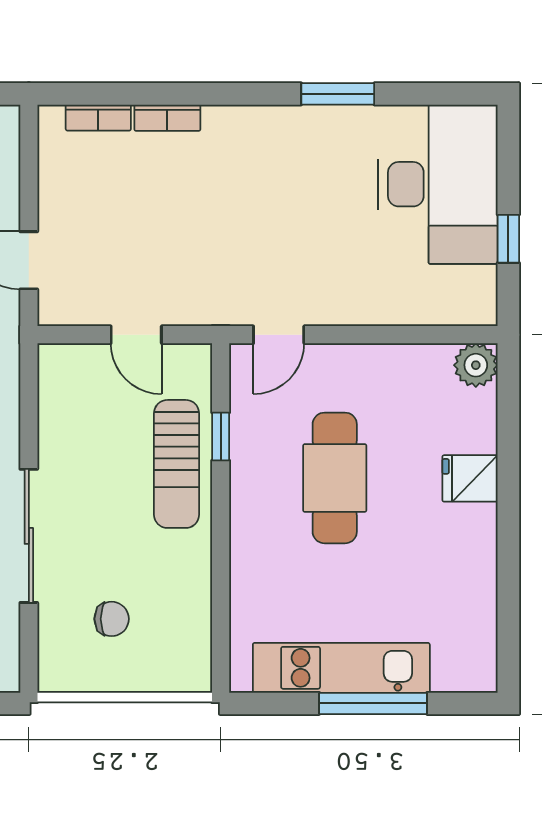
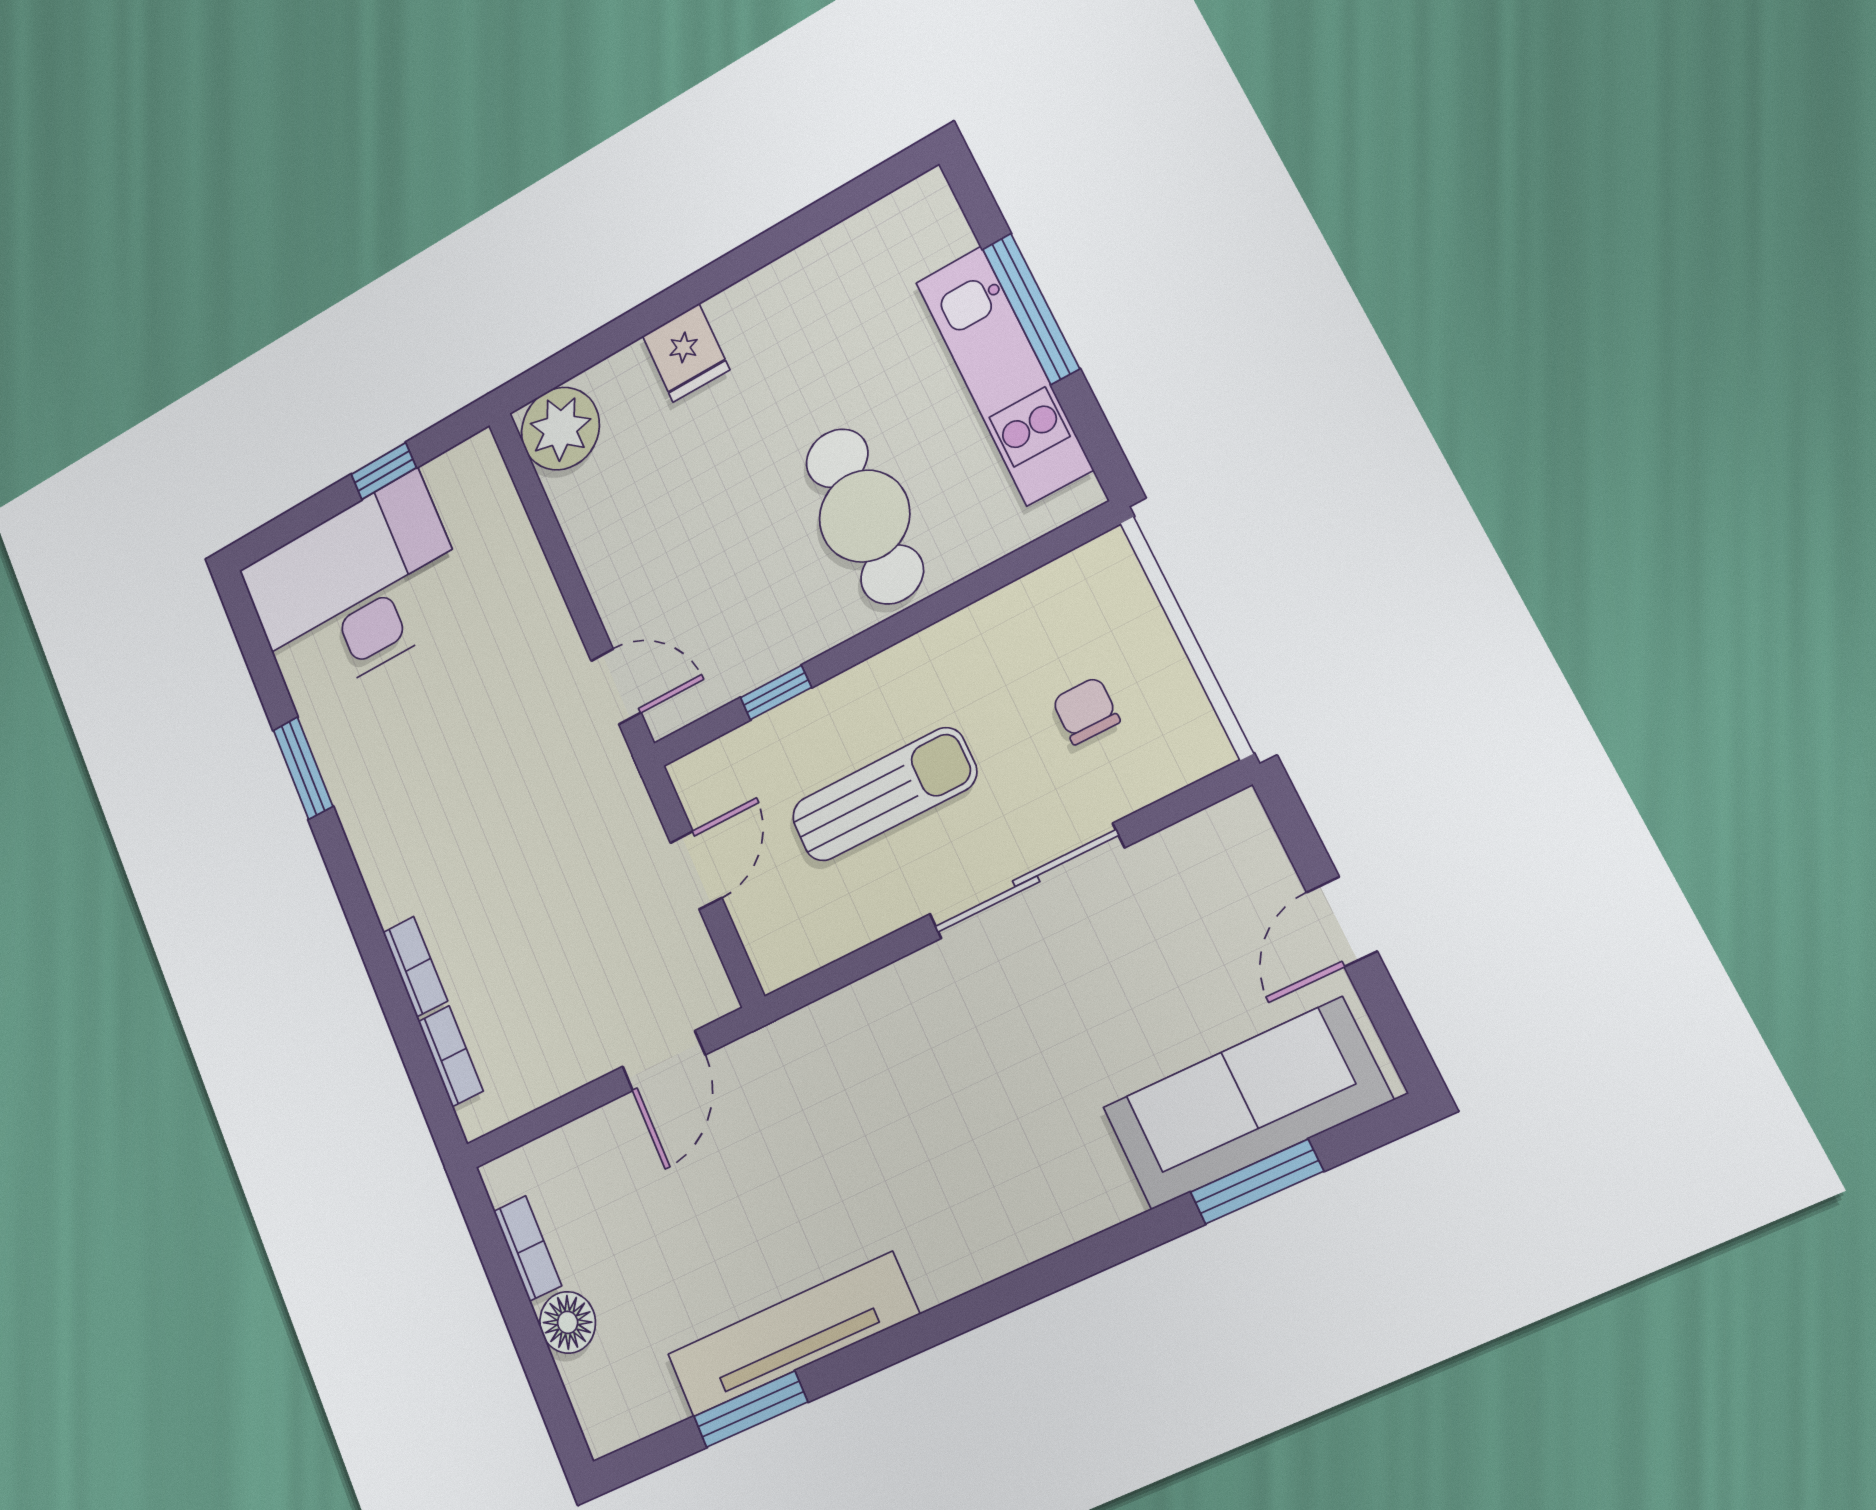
plant: (476, 365) -> (560, 429), width x1.36, depth x1.36
sun lounger: (177, 464) -> (884, 794), moved
cafe table: (335, 478) -> (864, 516), moved, turned 90

